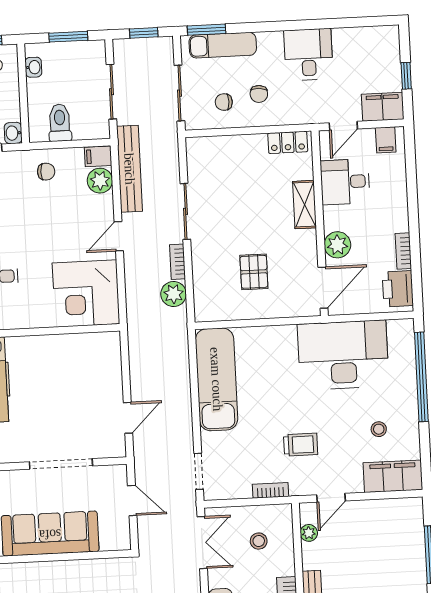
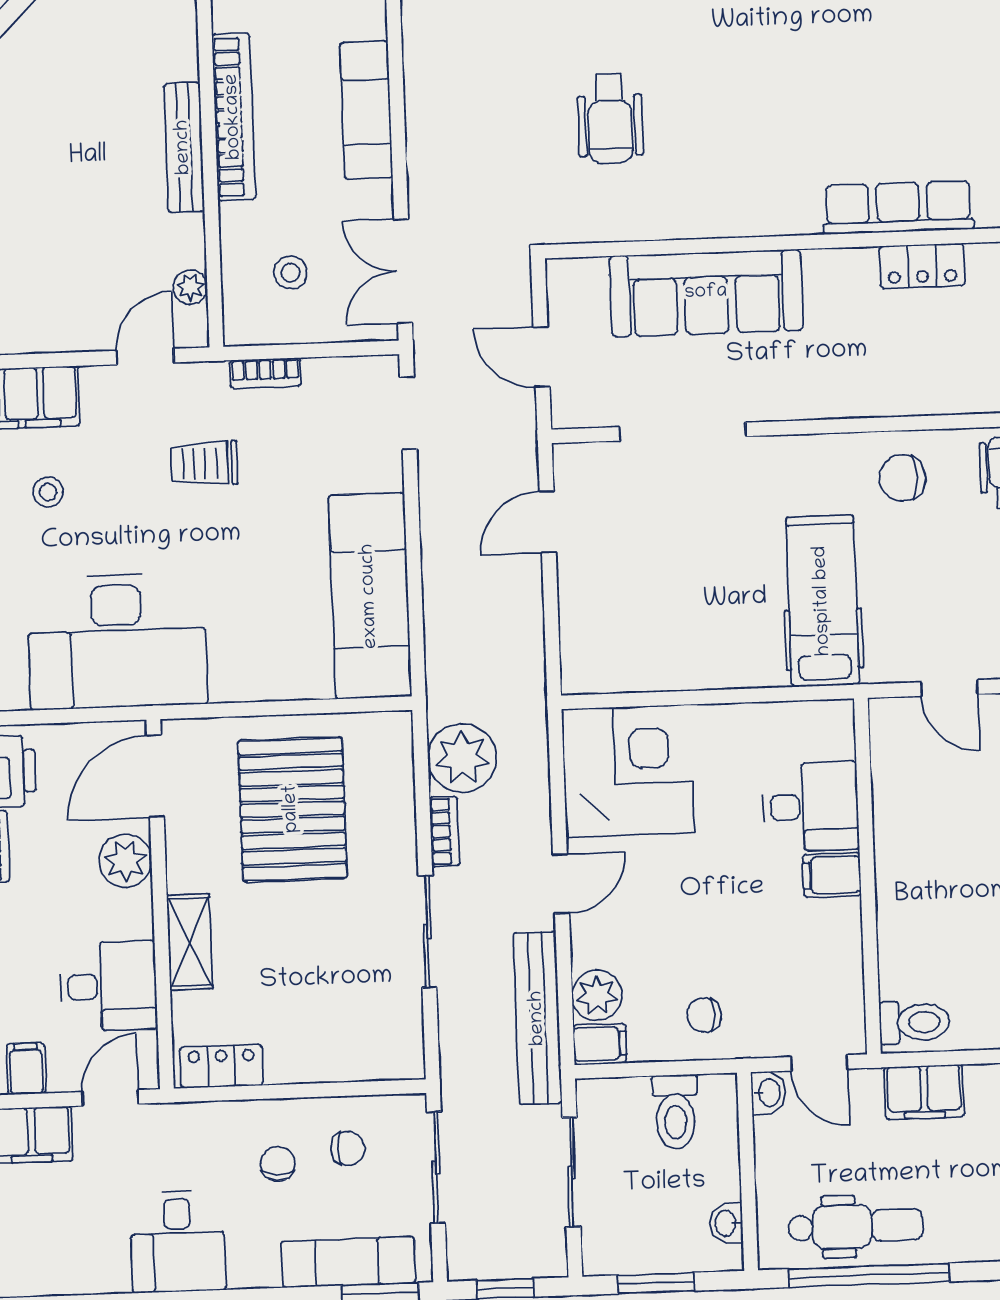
pallet: (254, 272) -> (292, 809), width x2.05, depth x2.00
plant: (174, 294) -> (462, 758), width x1.36, depth x1.36

